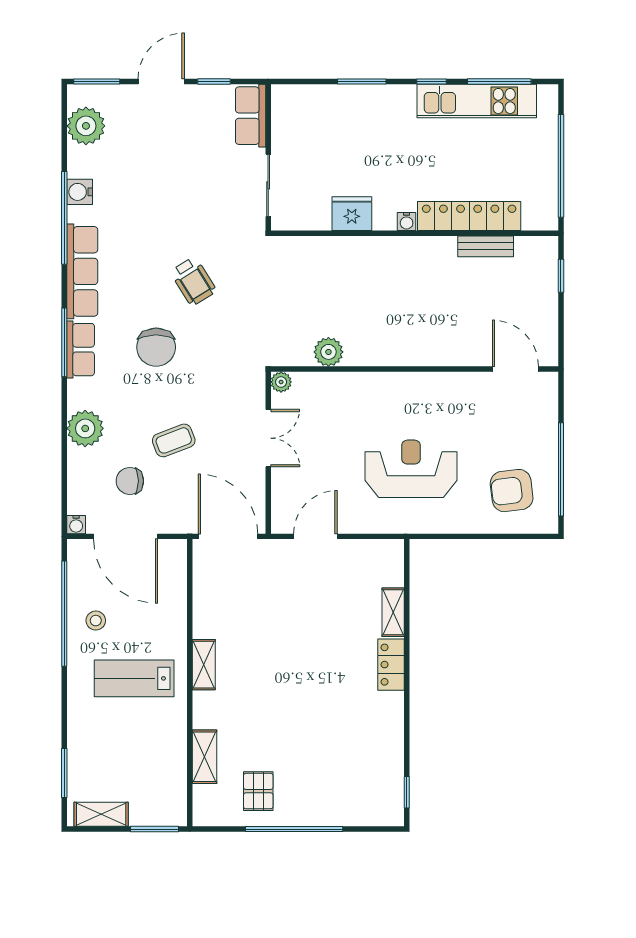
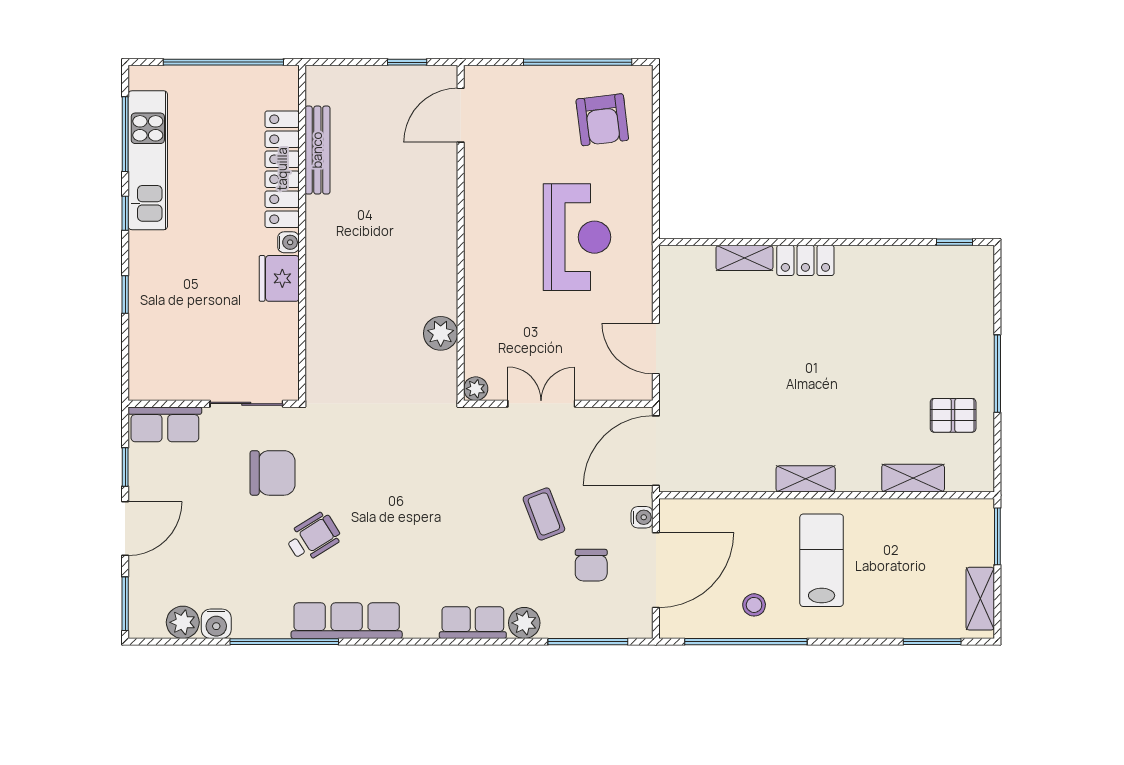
door: (161, 82) -> (125, 529), swing flipped
window: (362, 82) -> (125, 294), width x0.67
plant: (86, 126) -> (183, 622), width x0.73, depth x0.73
water cooler: (80, 192) -> (216, 624), moved
fridge: (352, 214) -> (279, 278), moved
bench: (486, 246) -> (317, 150), width x1.36
window: (561, 276) -> (407, 62), moved
wheelchair: (193, 281) -> (313, 537), moved
window: (64, 342) -> (588, 642), moved
chair: (156, 347) -> (273, 473), moved
row of seats: (81, 350) -> (473, 623), moved
plant: (85, 428) -> (524, 623), width x0.73, depth x0.73
reception desk: (411, 469) -> (577, 237), turned 180
water cooler: (76, 525) -> (642, 517), moved
lab bench: (134, 678) -> (822, 560), turned 180
window: (294, 829) -> (997, 374), width x0.68

